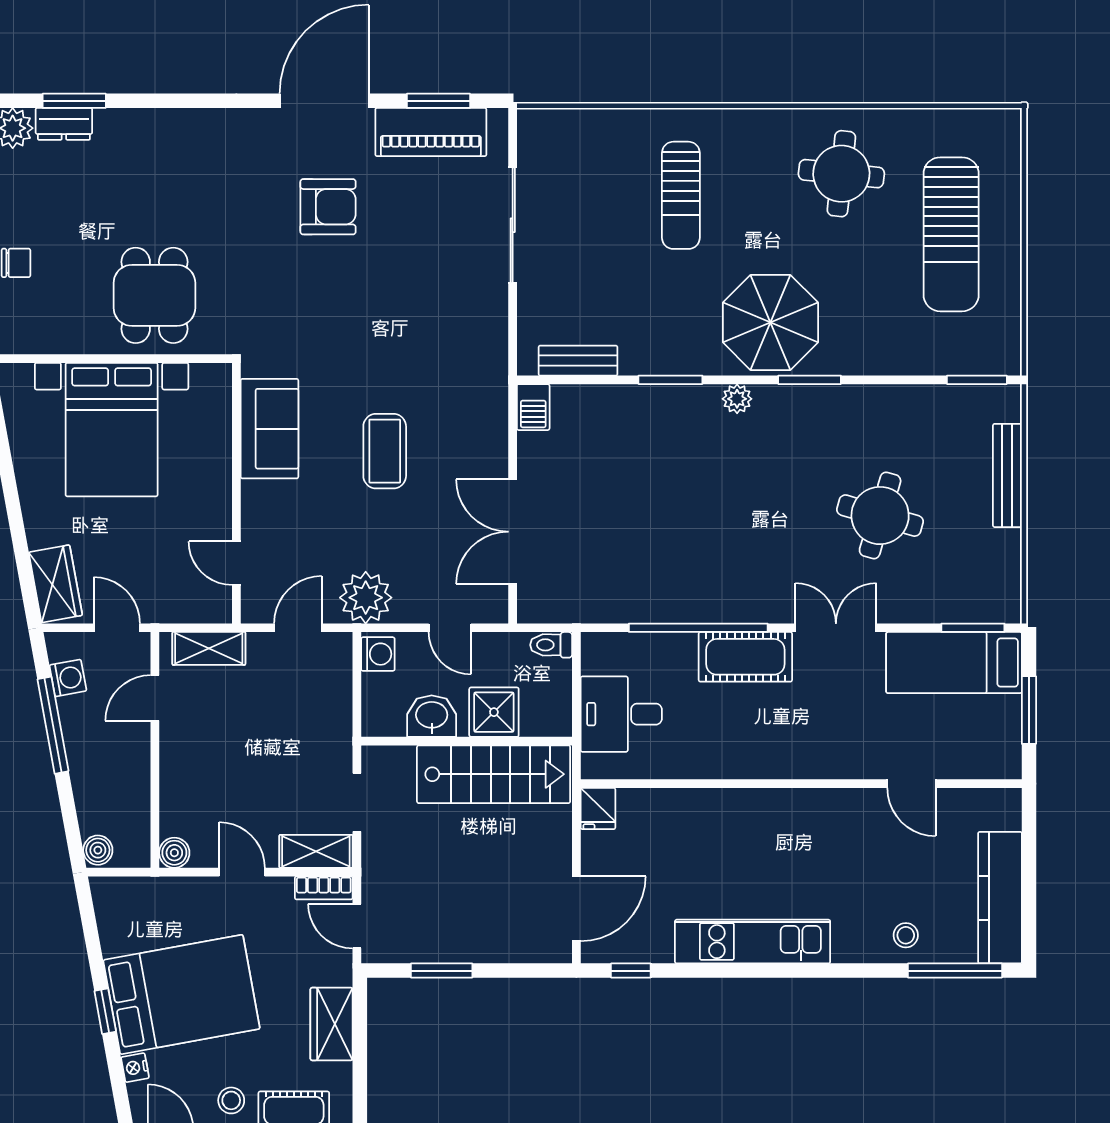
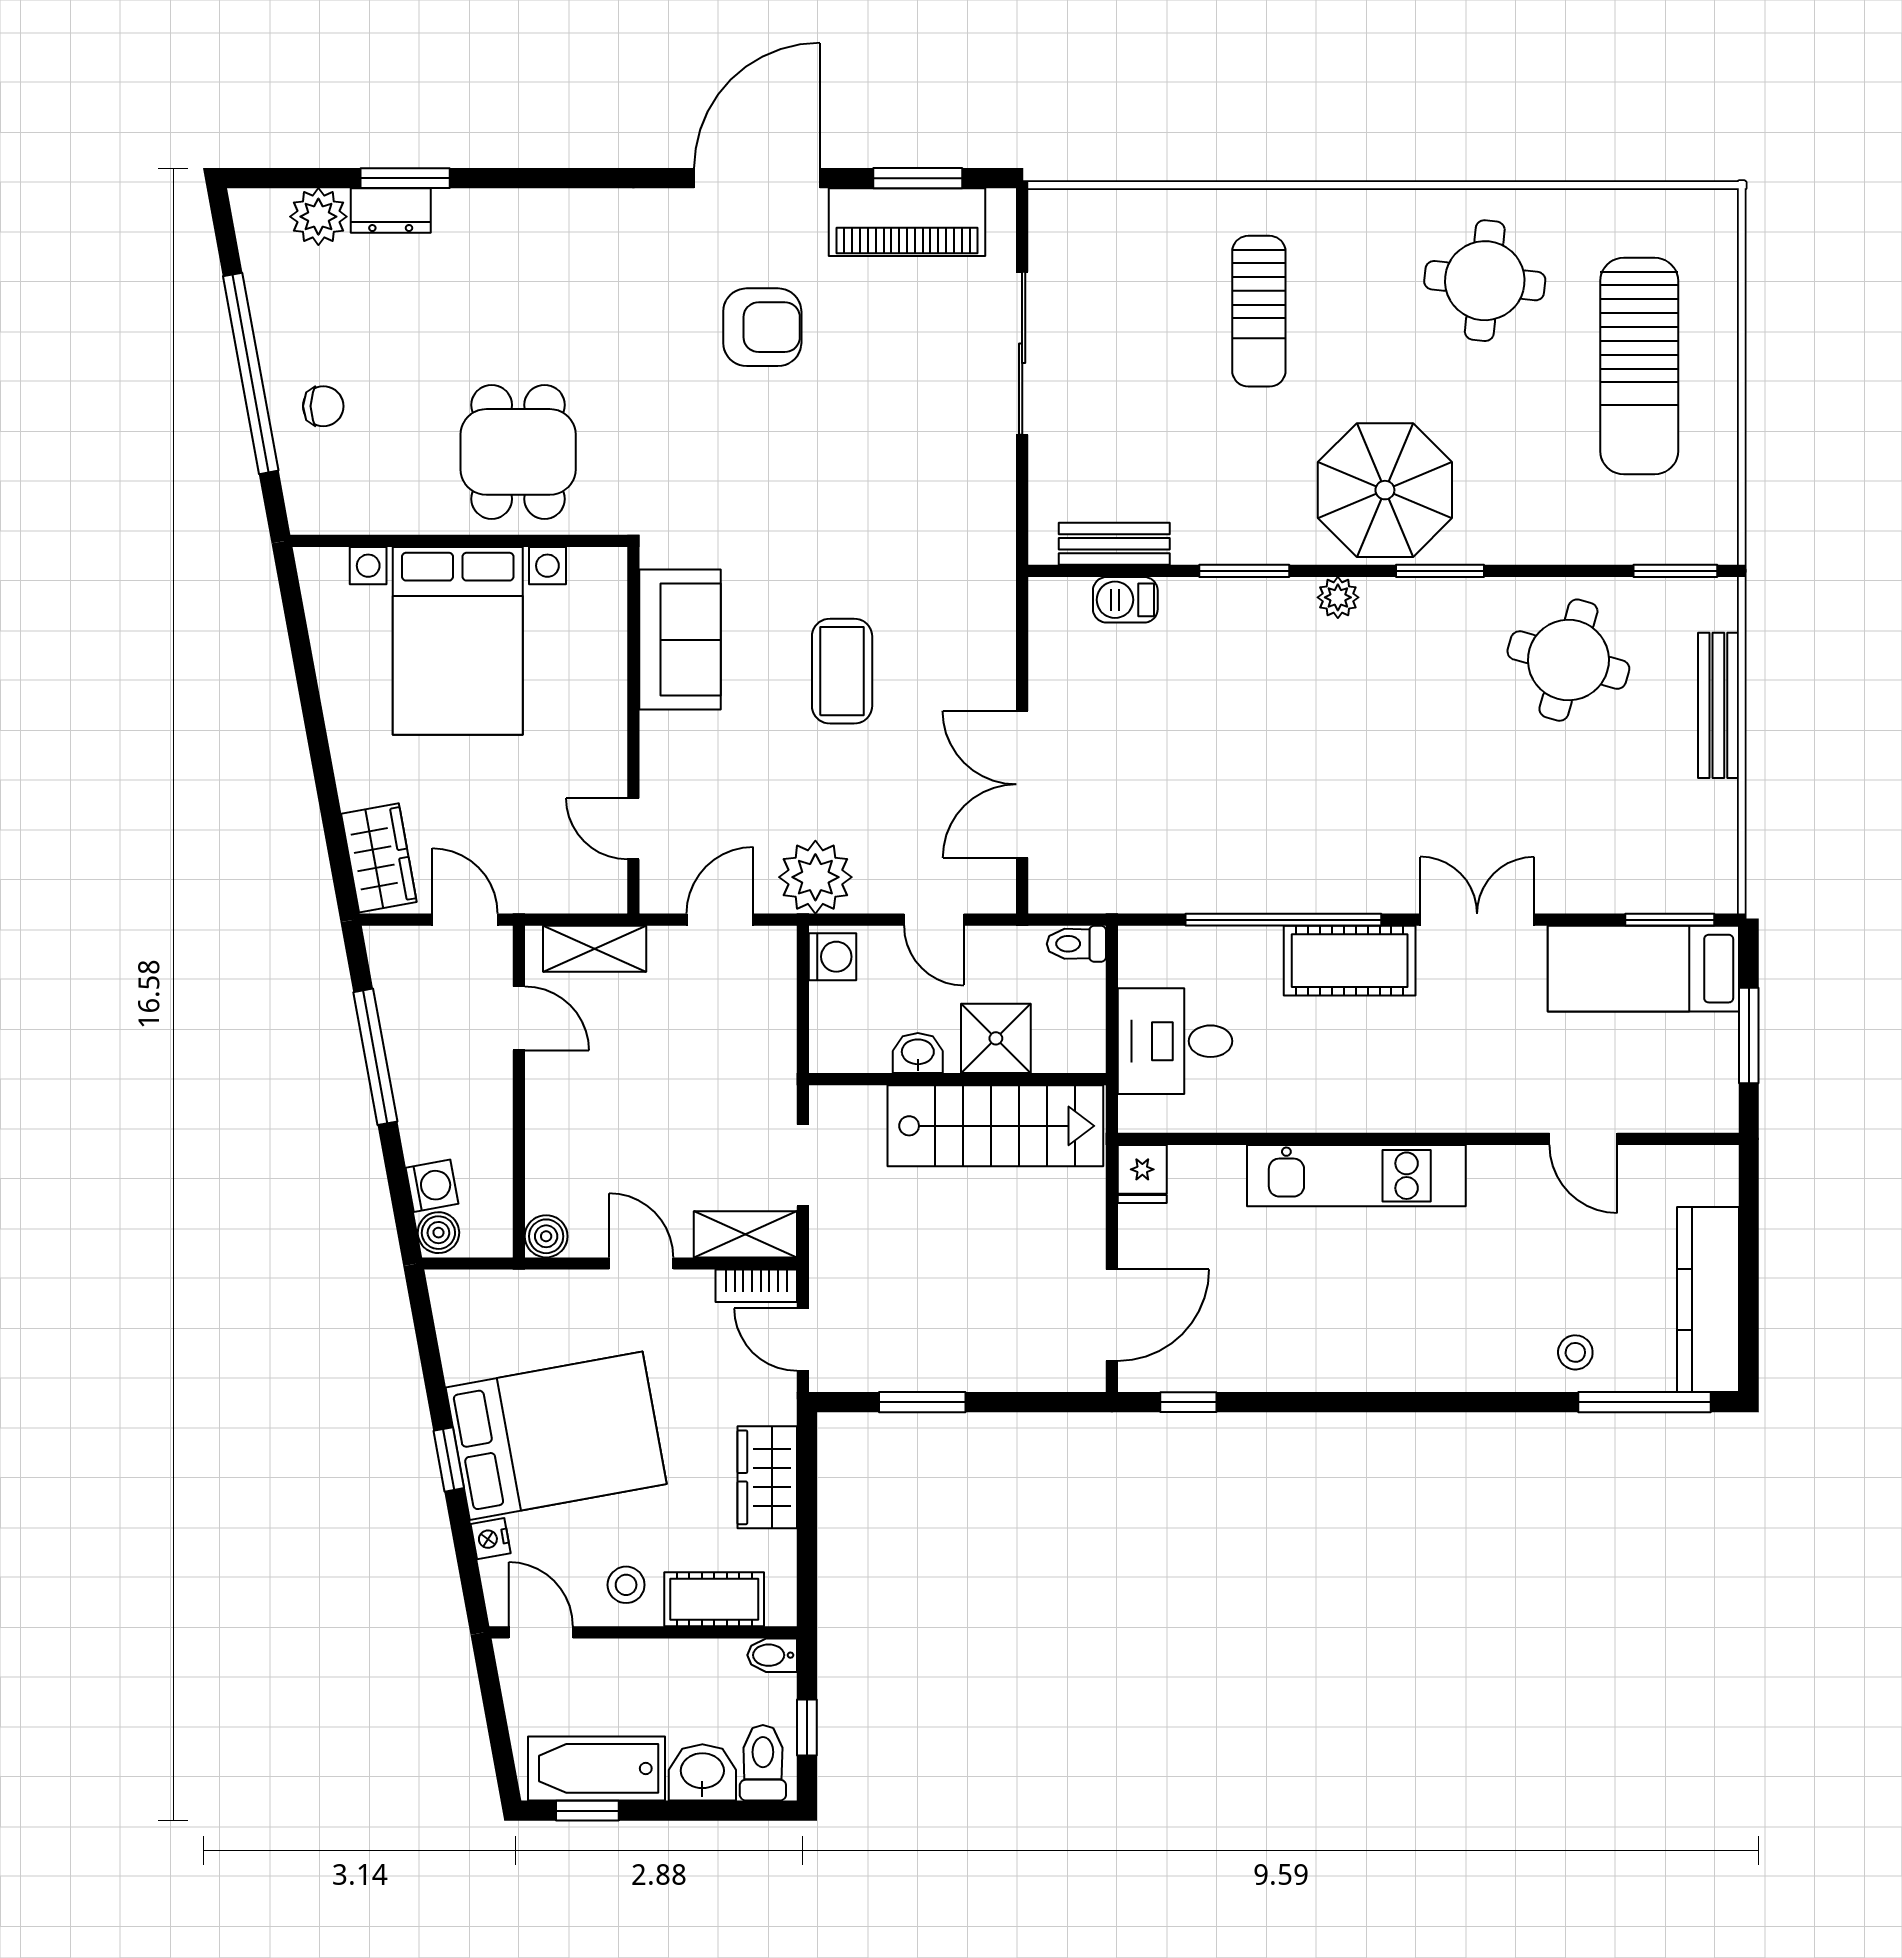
barbecue: (533, 407) -> (1125, 600), moved, turned 90
round table: (880, 516) -> (1568, 660), moved
washing machine: (68, 678) -> (432, 1186), moved
door: (155, 698) -> (519, 1018), swing flipped
washbasin: (432, 716) -> (918, 1053), width x0.72, depth x0.69
kitchen unit: (753, 942) -> (1356, 1176), moved, turned 180

